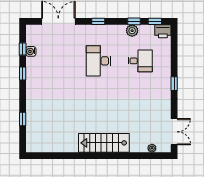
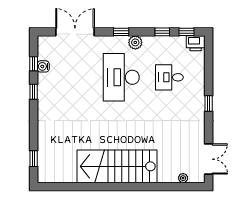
plant: (132, 31) -> (135, 42), moved
desk: (98, 61) -> (121, 77), width x1.36, depth x1.30
desk: (140, 61) -> (169, 77), turned 180
window: (23, 119) -> (34, 159), moved
stairs: (104, 143) -> (117, 166), width x1.36, depth x1.51

